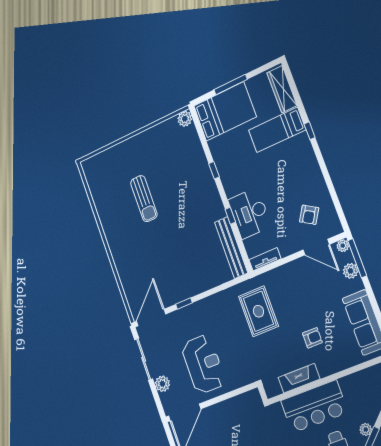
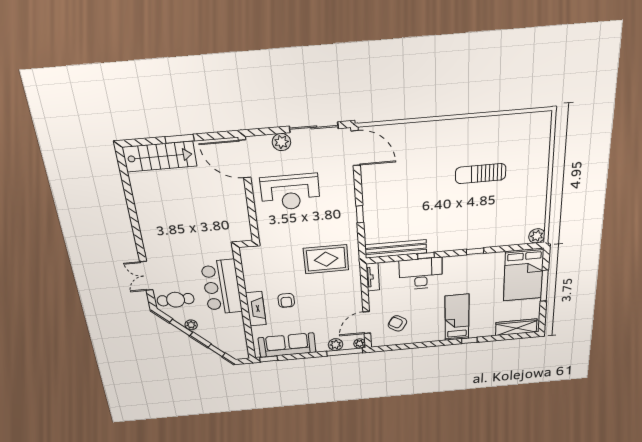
bed: (277, 130) -> (457, 317), moved
window: (184, 303) -> (360, 214), moved
fireplace: (299, 378) -> (256, 309), moved

